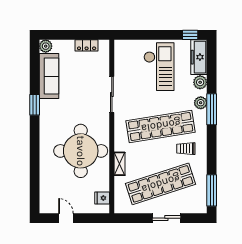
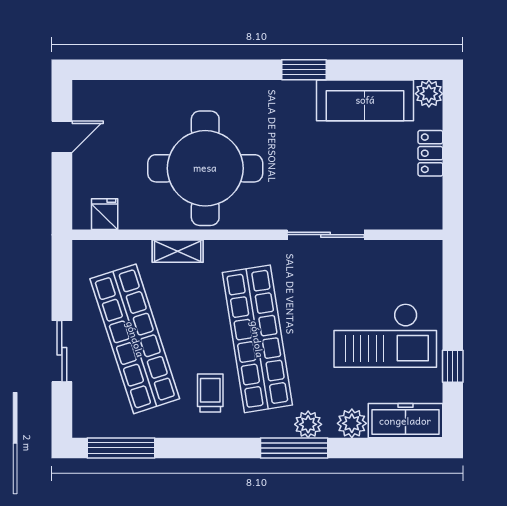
window: (190, 35) -> (453, 366), moved
locker: (87, 45) -> (430, 153), moved

